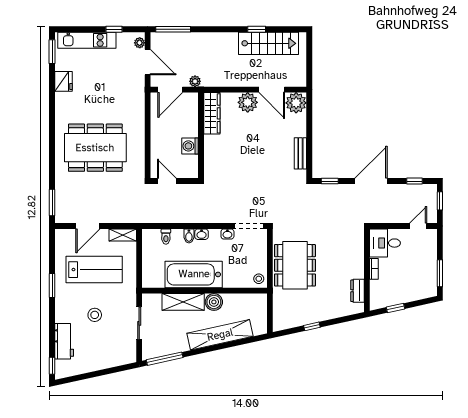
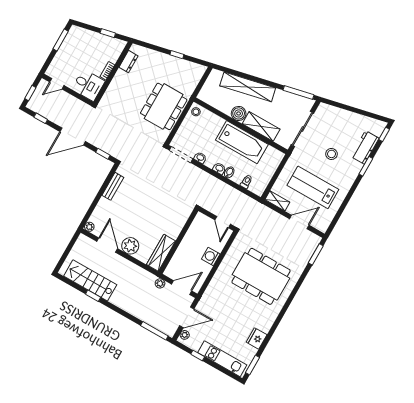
door: (148, 62) -> (187, 317), swing flipped
plant: (296, 103) -> (89, 227), width x0.53, depth x0.53
washing machine: (190, 146) -> (211, 256), moved, turned 180
window: (52, 285) -> (366, 166), moved
sliding door: (139, 323) -> (302, 129), width x1.37

